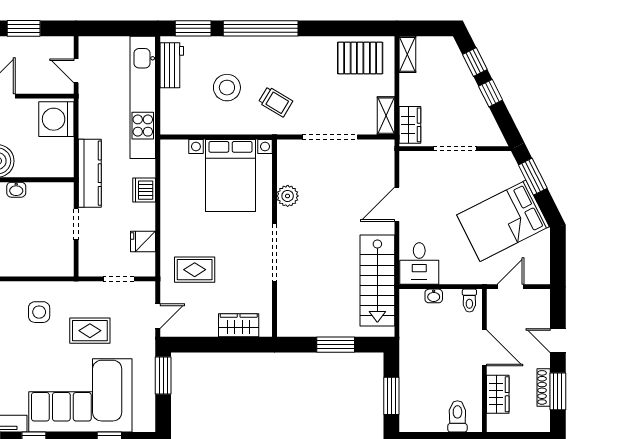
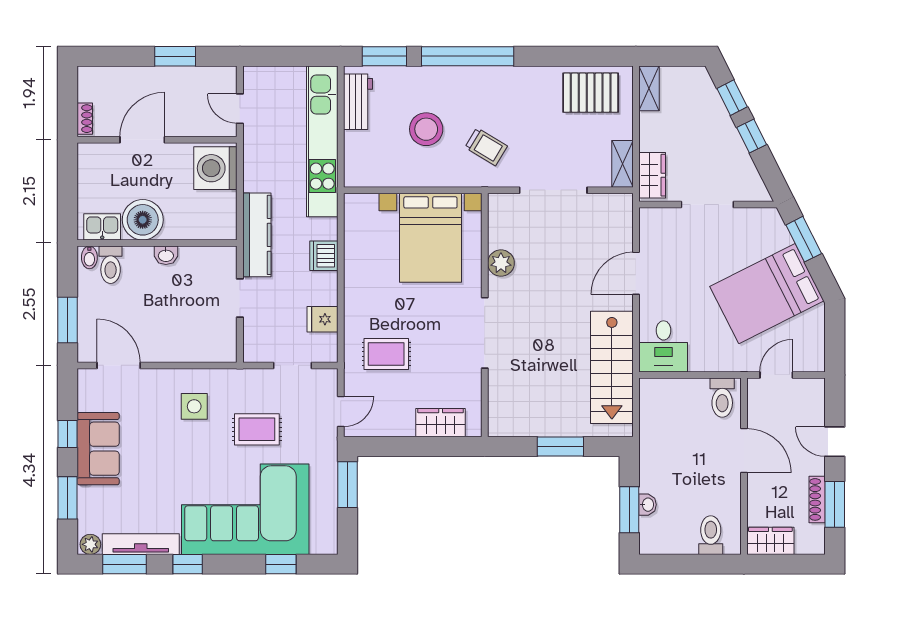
washbasin: (434, 296) -> (647, 505), moved, turned -90
toilet: (469, 301) -> (722, 398), width x1.37, depth x1.39
wardrobe: (498, 394) -> (770, 541), moved, turned -90

